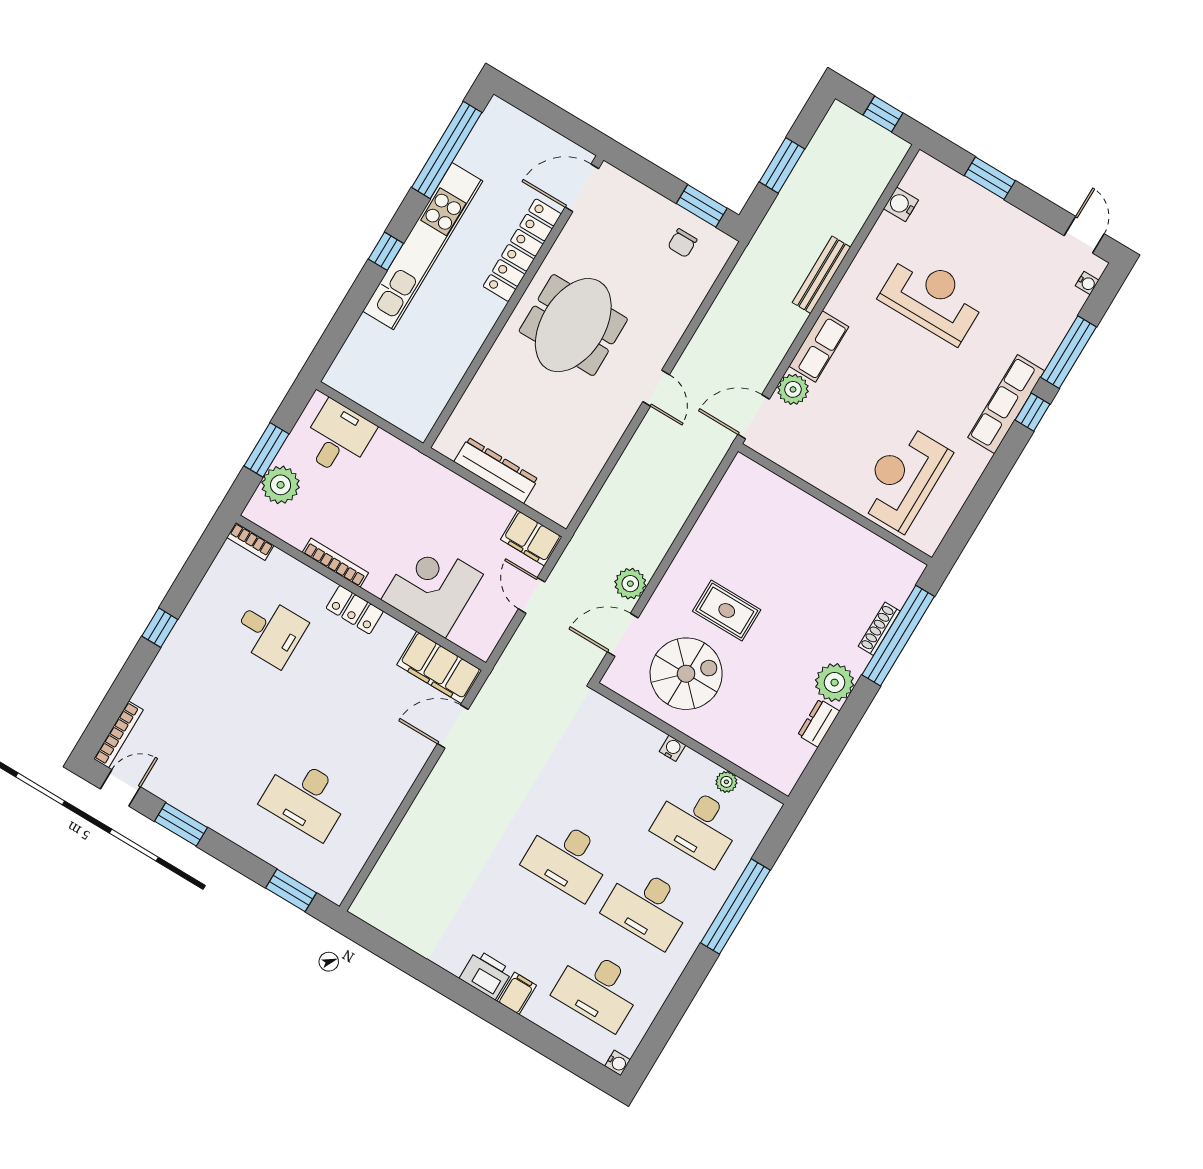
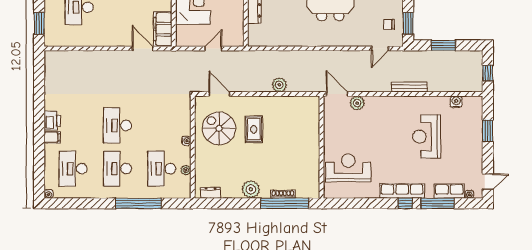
reception desk: (932, 298) -> (427, 137), turned 180
row of seats: (819, 346) -> (449, 191), moved, turned 180
door: (656, 388) -> (380, 48), moved
filing cabinet: (531, 538) -> (236, 35), removed
plant: (630, 584) -> (279, 85), moved
spiral stairs: (686, 674) -> (219, 128), turned 180
dresser: (819, 723) -> (211, 193), moved

